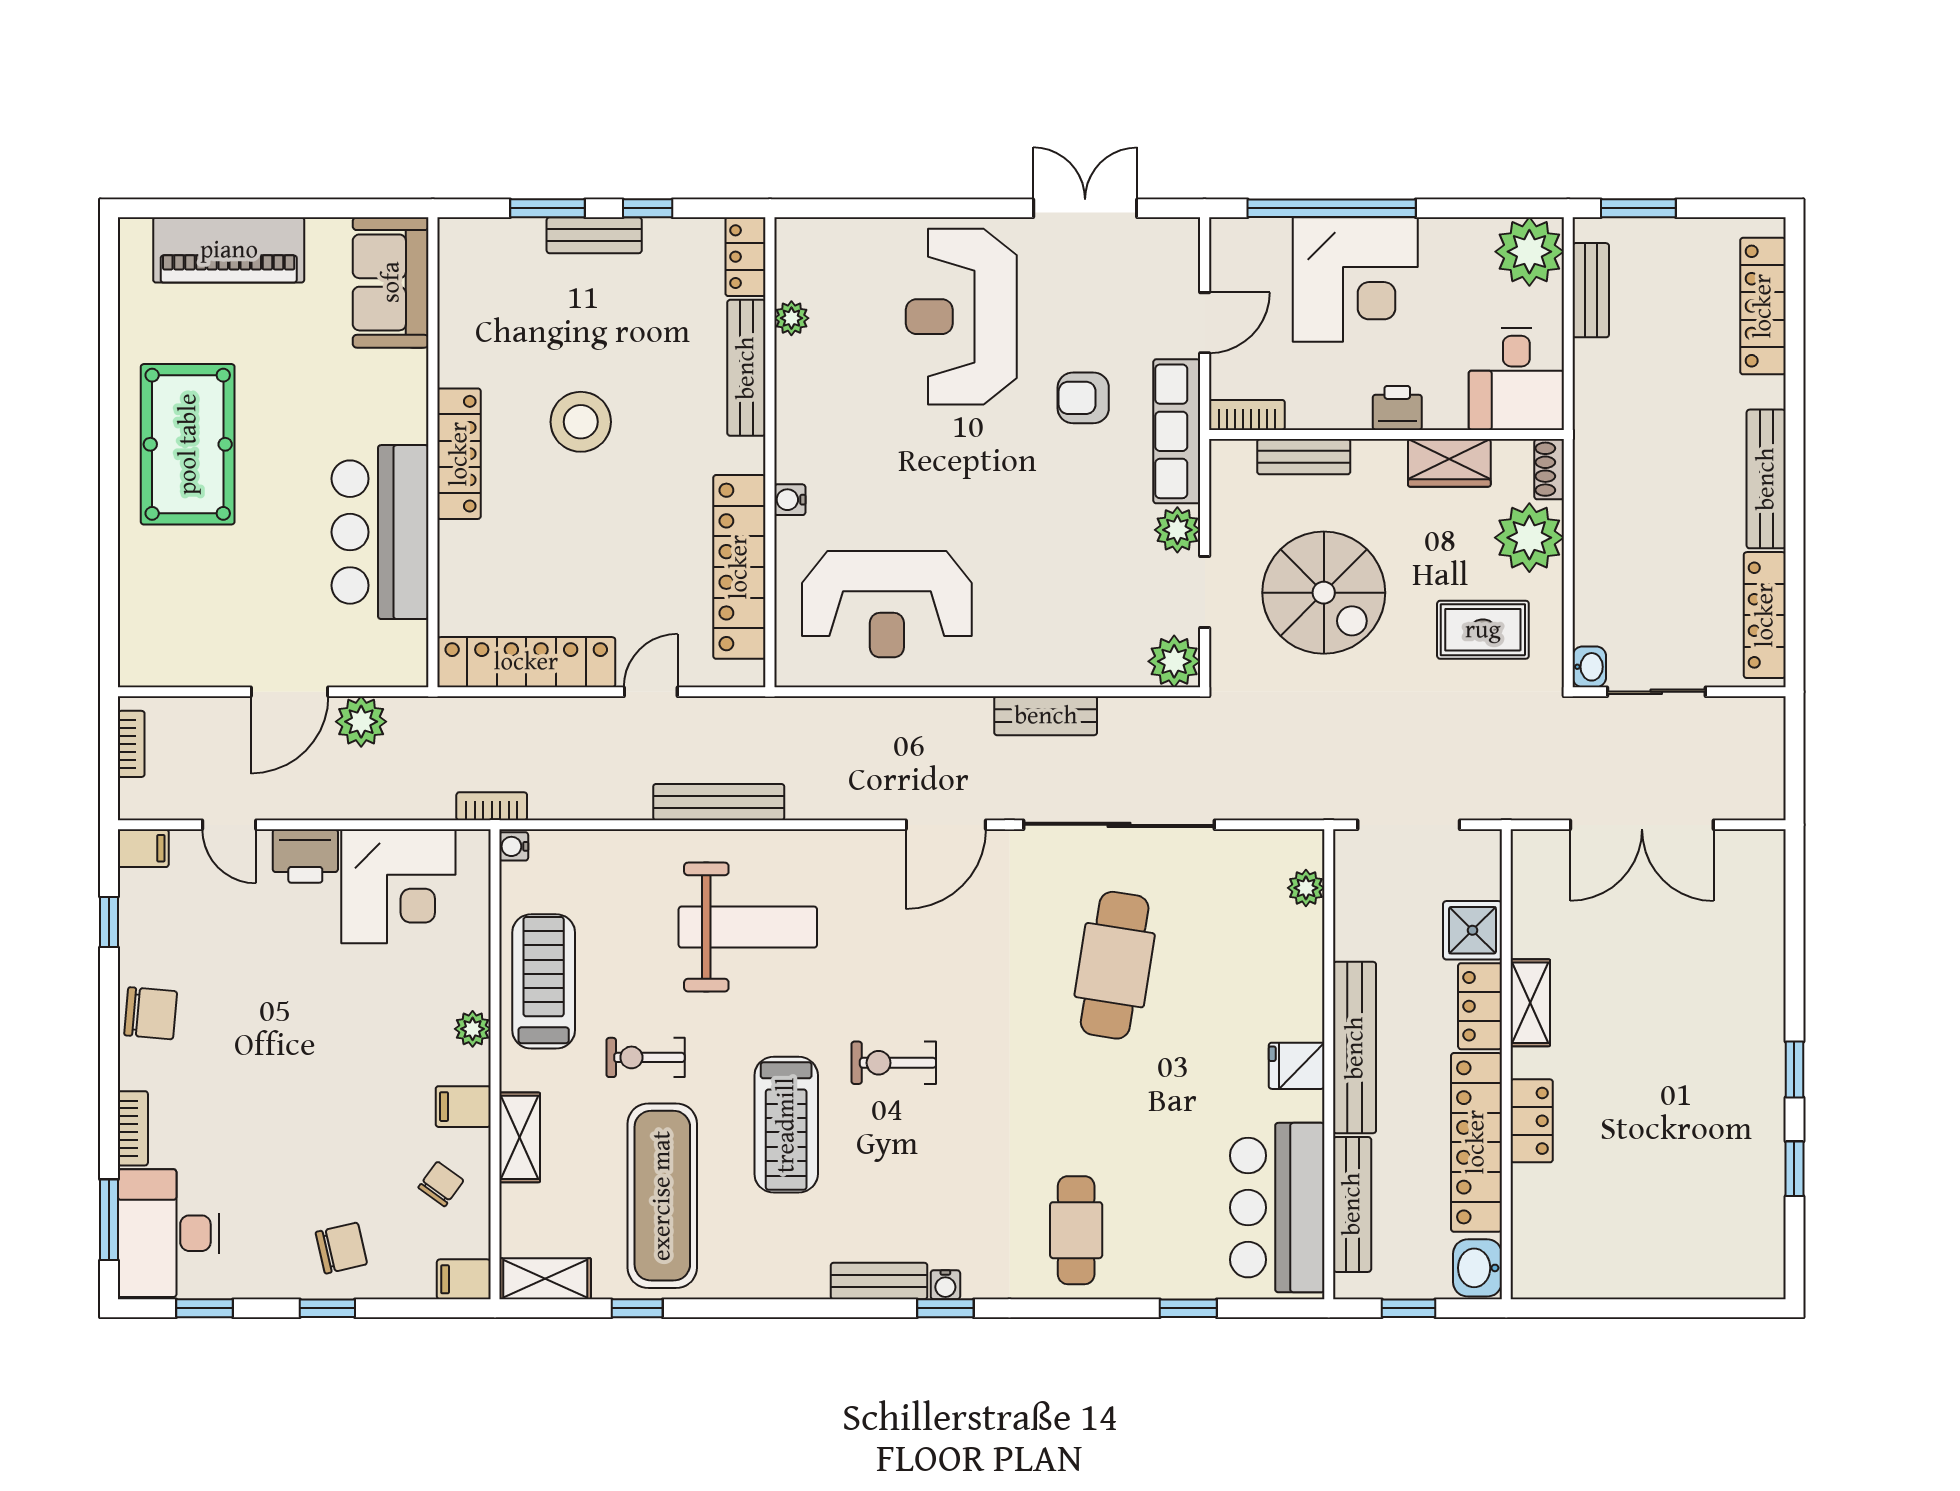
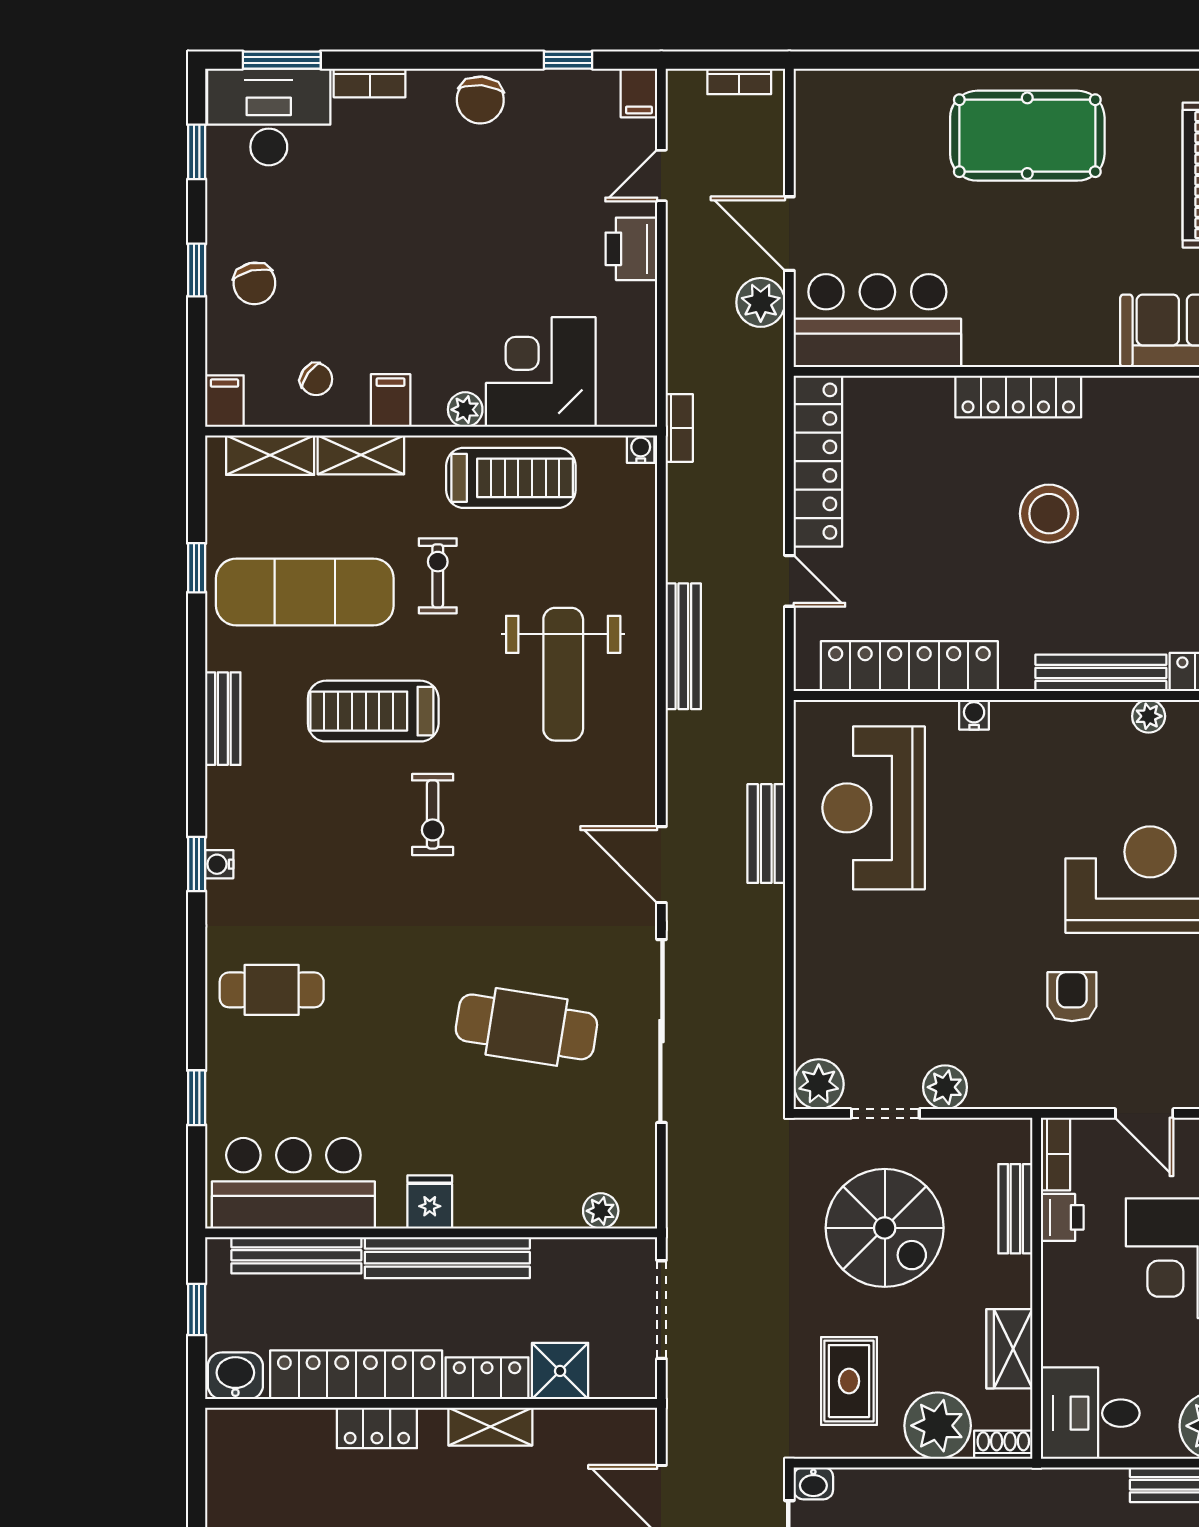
printer: (1397, 408) -> (1062, 1217), moved
row of seats: (1177, 431) -> (1040, 1087), removed
bar counter: (380, 532) -> (877, 321), moved
spiral stairs: (1324, 593) -> (885, 1228), turned -90
bench: (1046, 716) -> (766, 834), moved
corner desk: (398, 886) -> (541, 372), moved, turned 90
exercise bike: (894, 1063) -> (433, 815), turned 180
shelving: (545, 1279) -> (270, 455), moved, turned 90
bench: (879, 1281) -> (223, 719), moved

